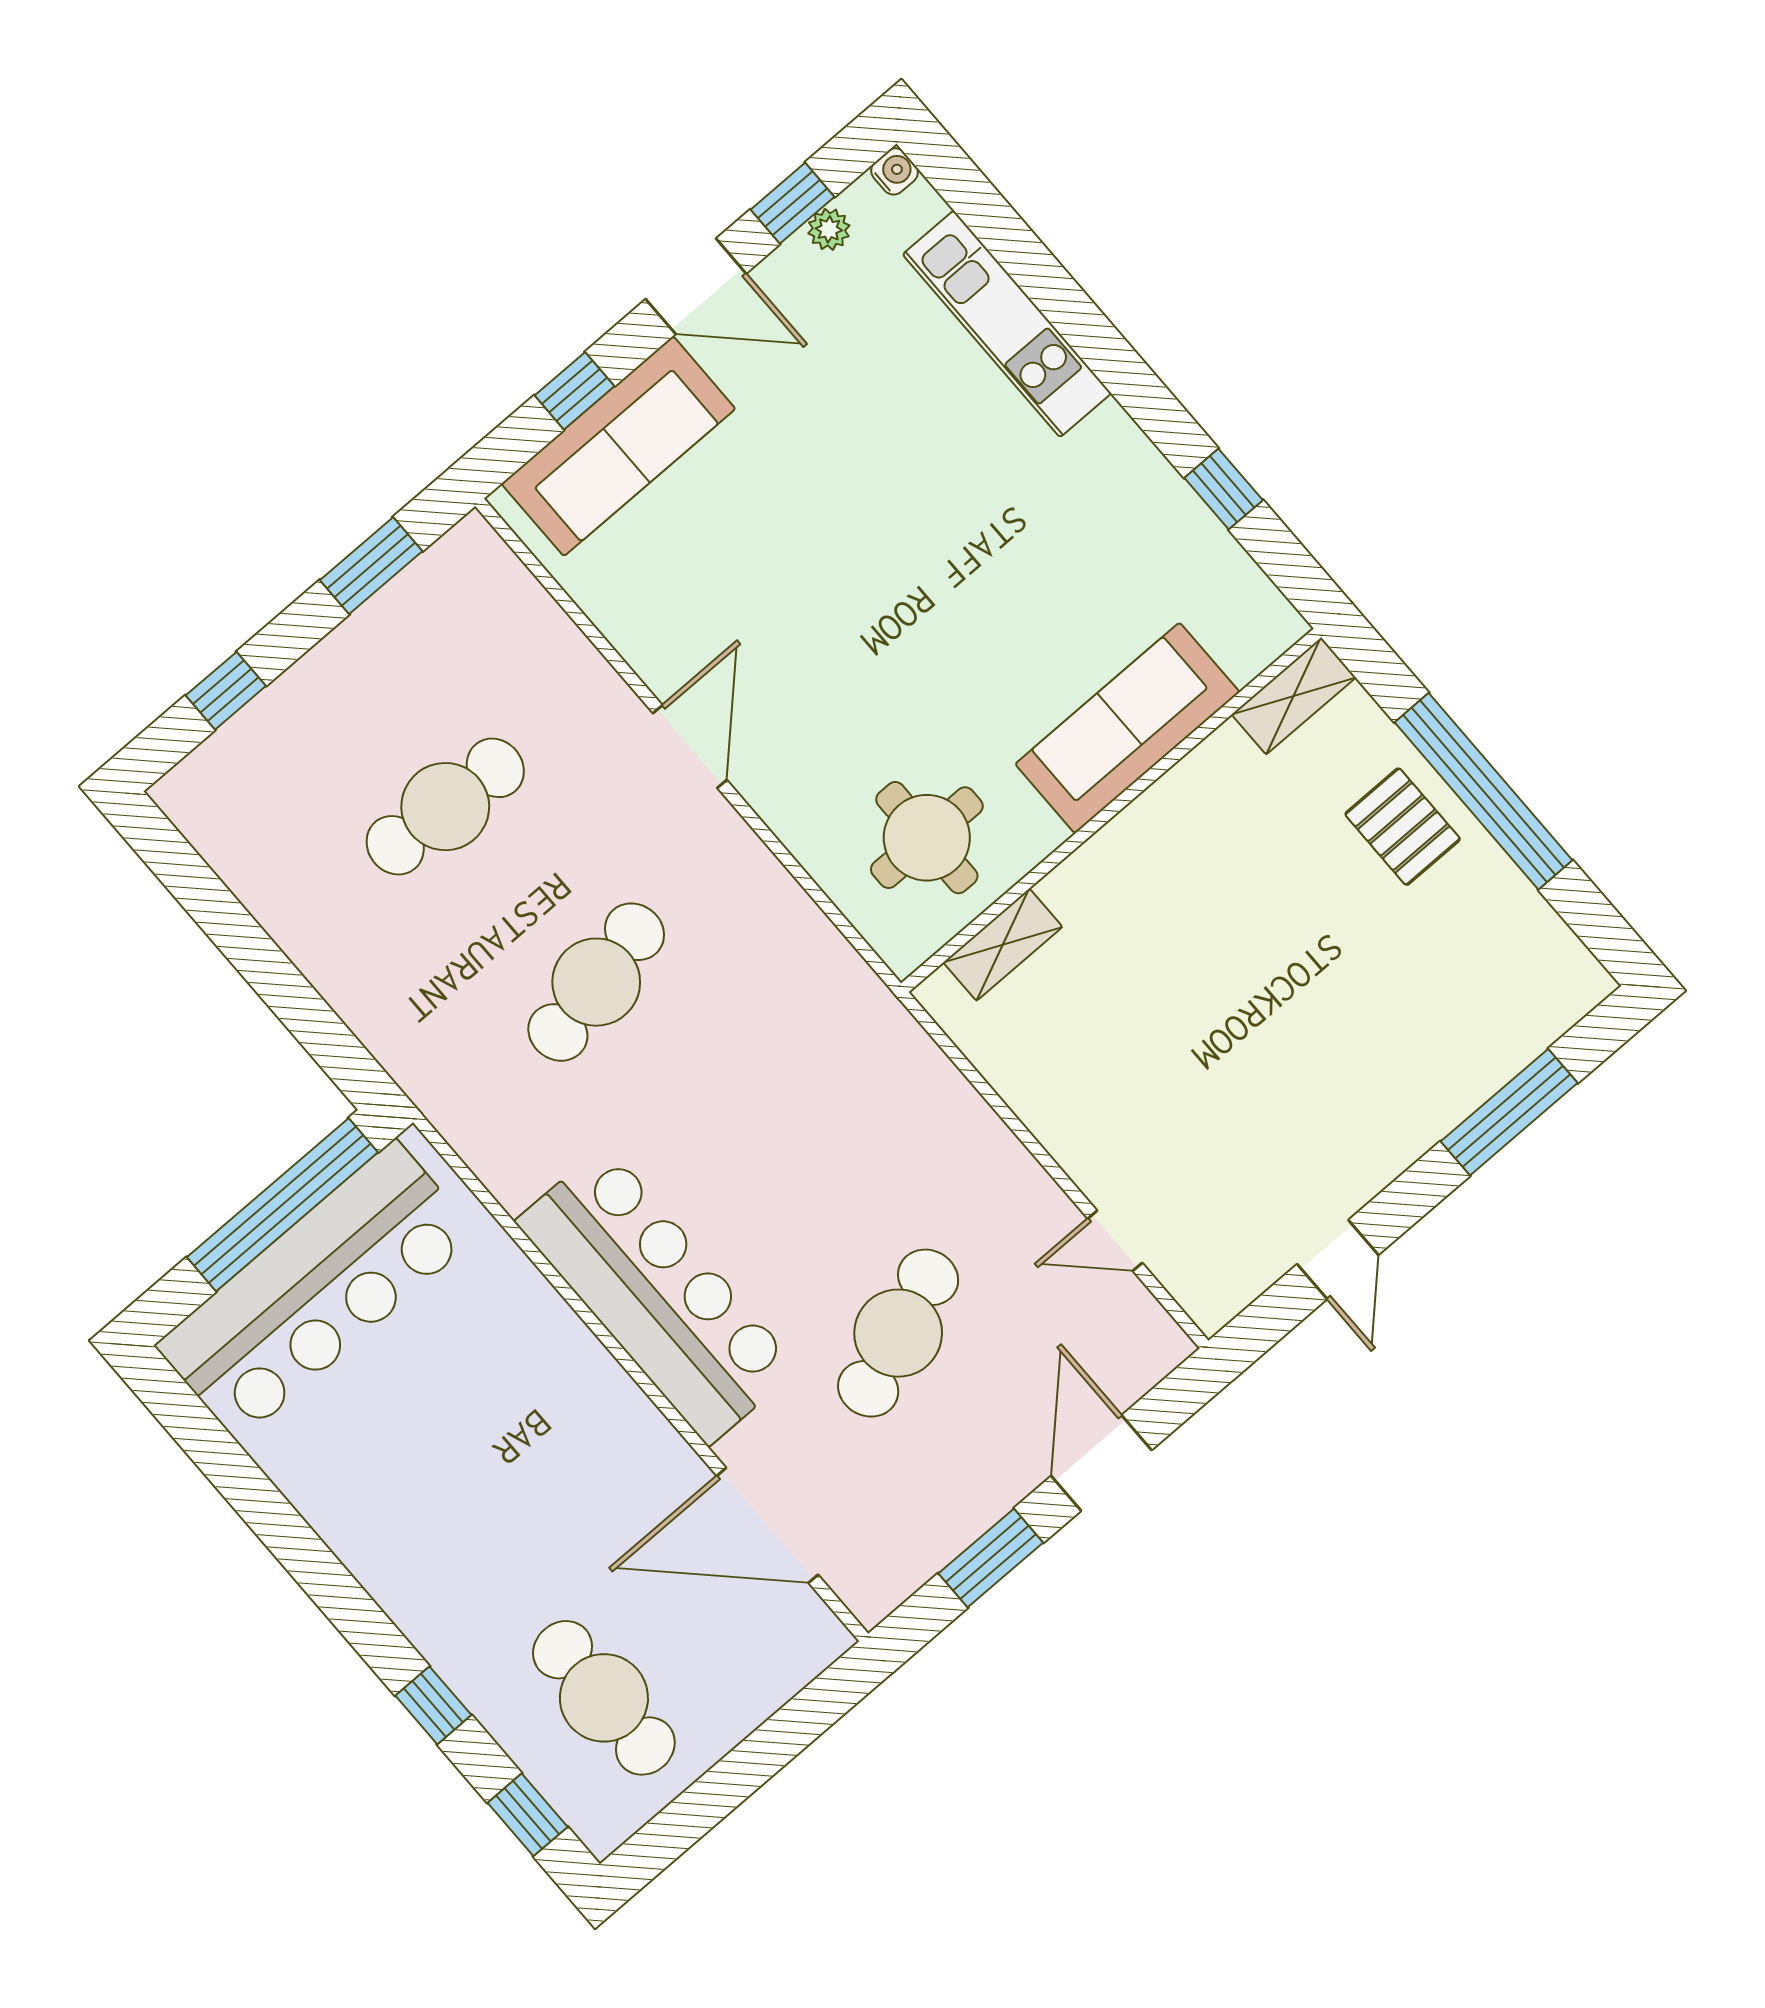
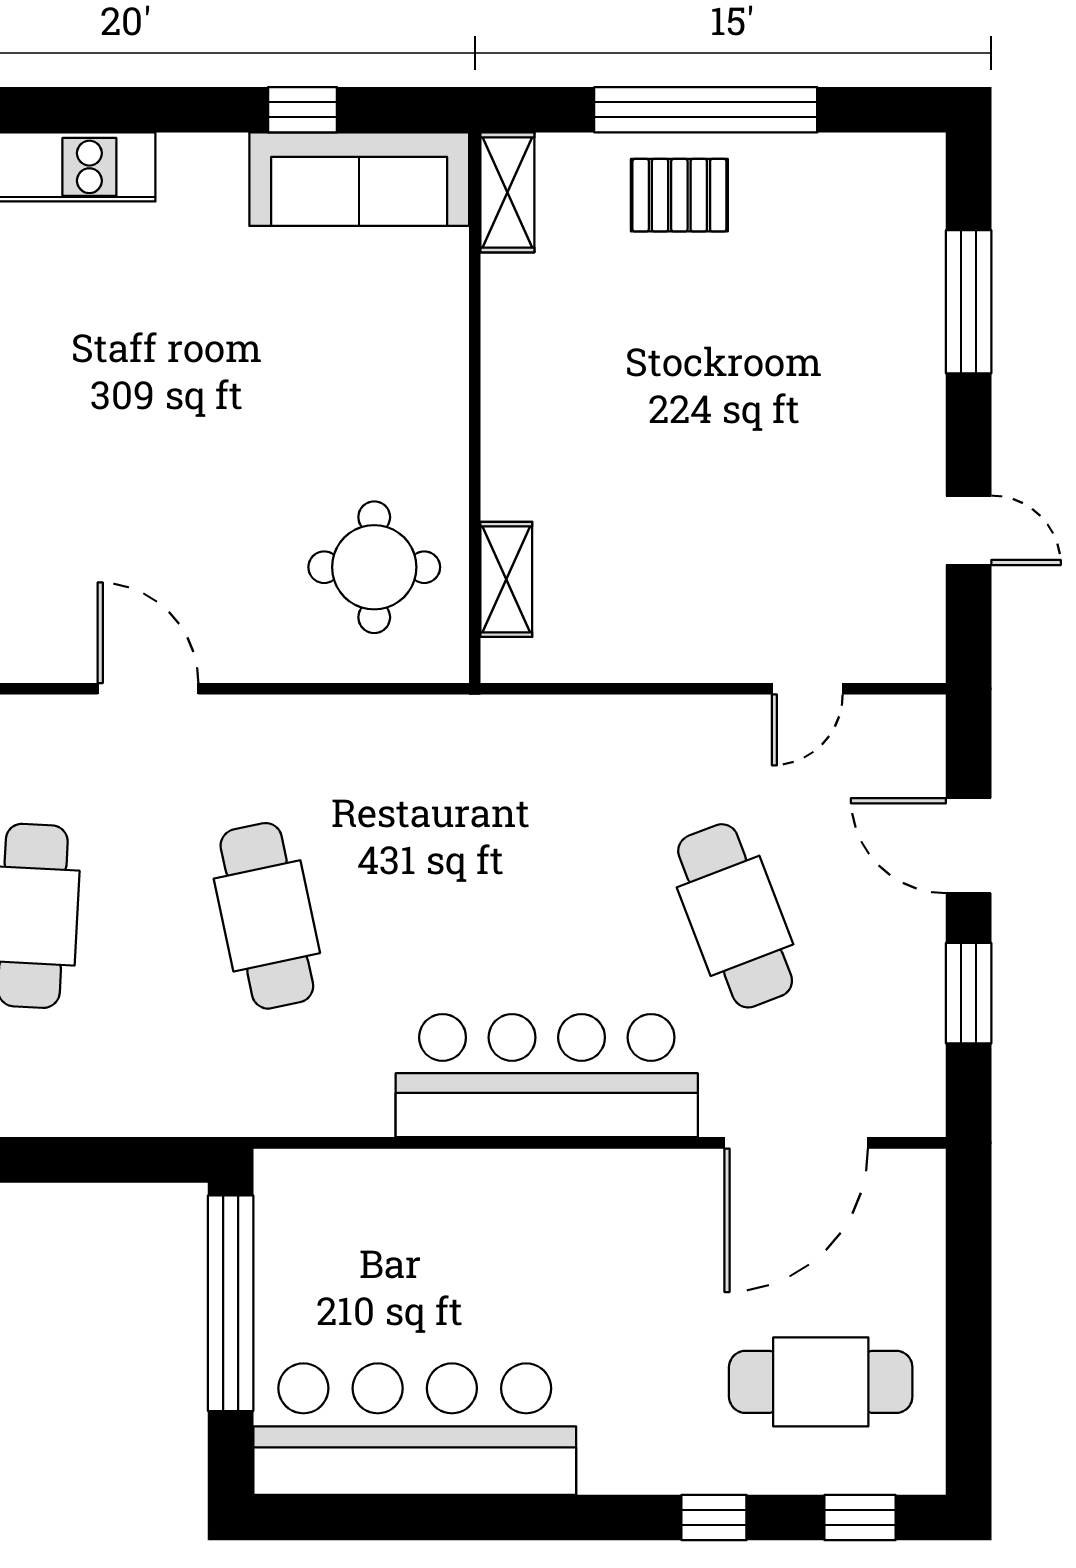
sofa: (1127, 728) -> (359, 179), moved, turned -90
bar counter: (317, 1291) -> (415, 1429), moved, turned -90

